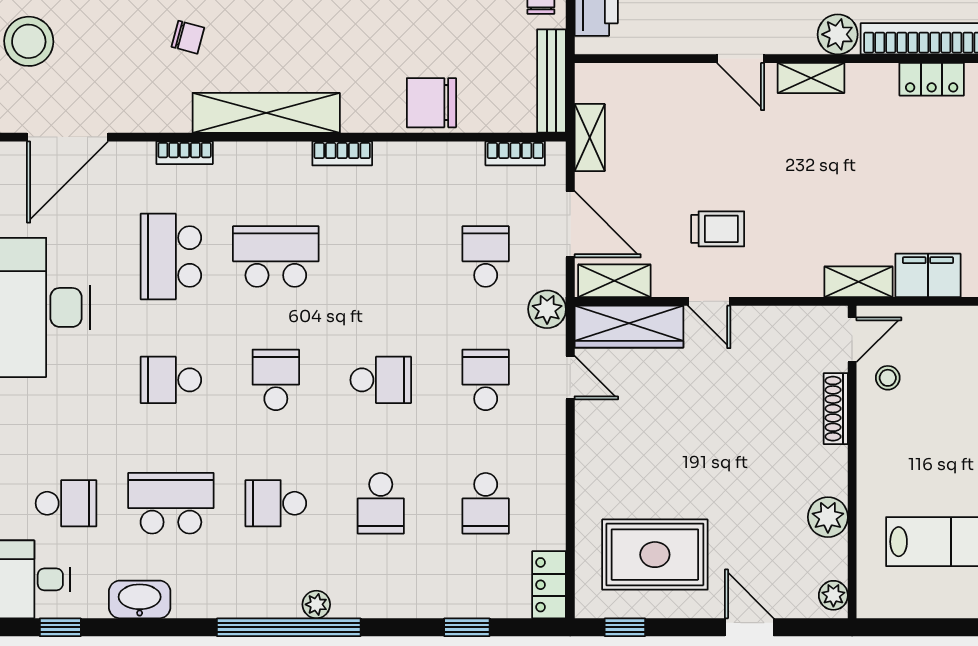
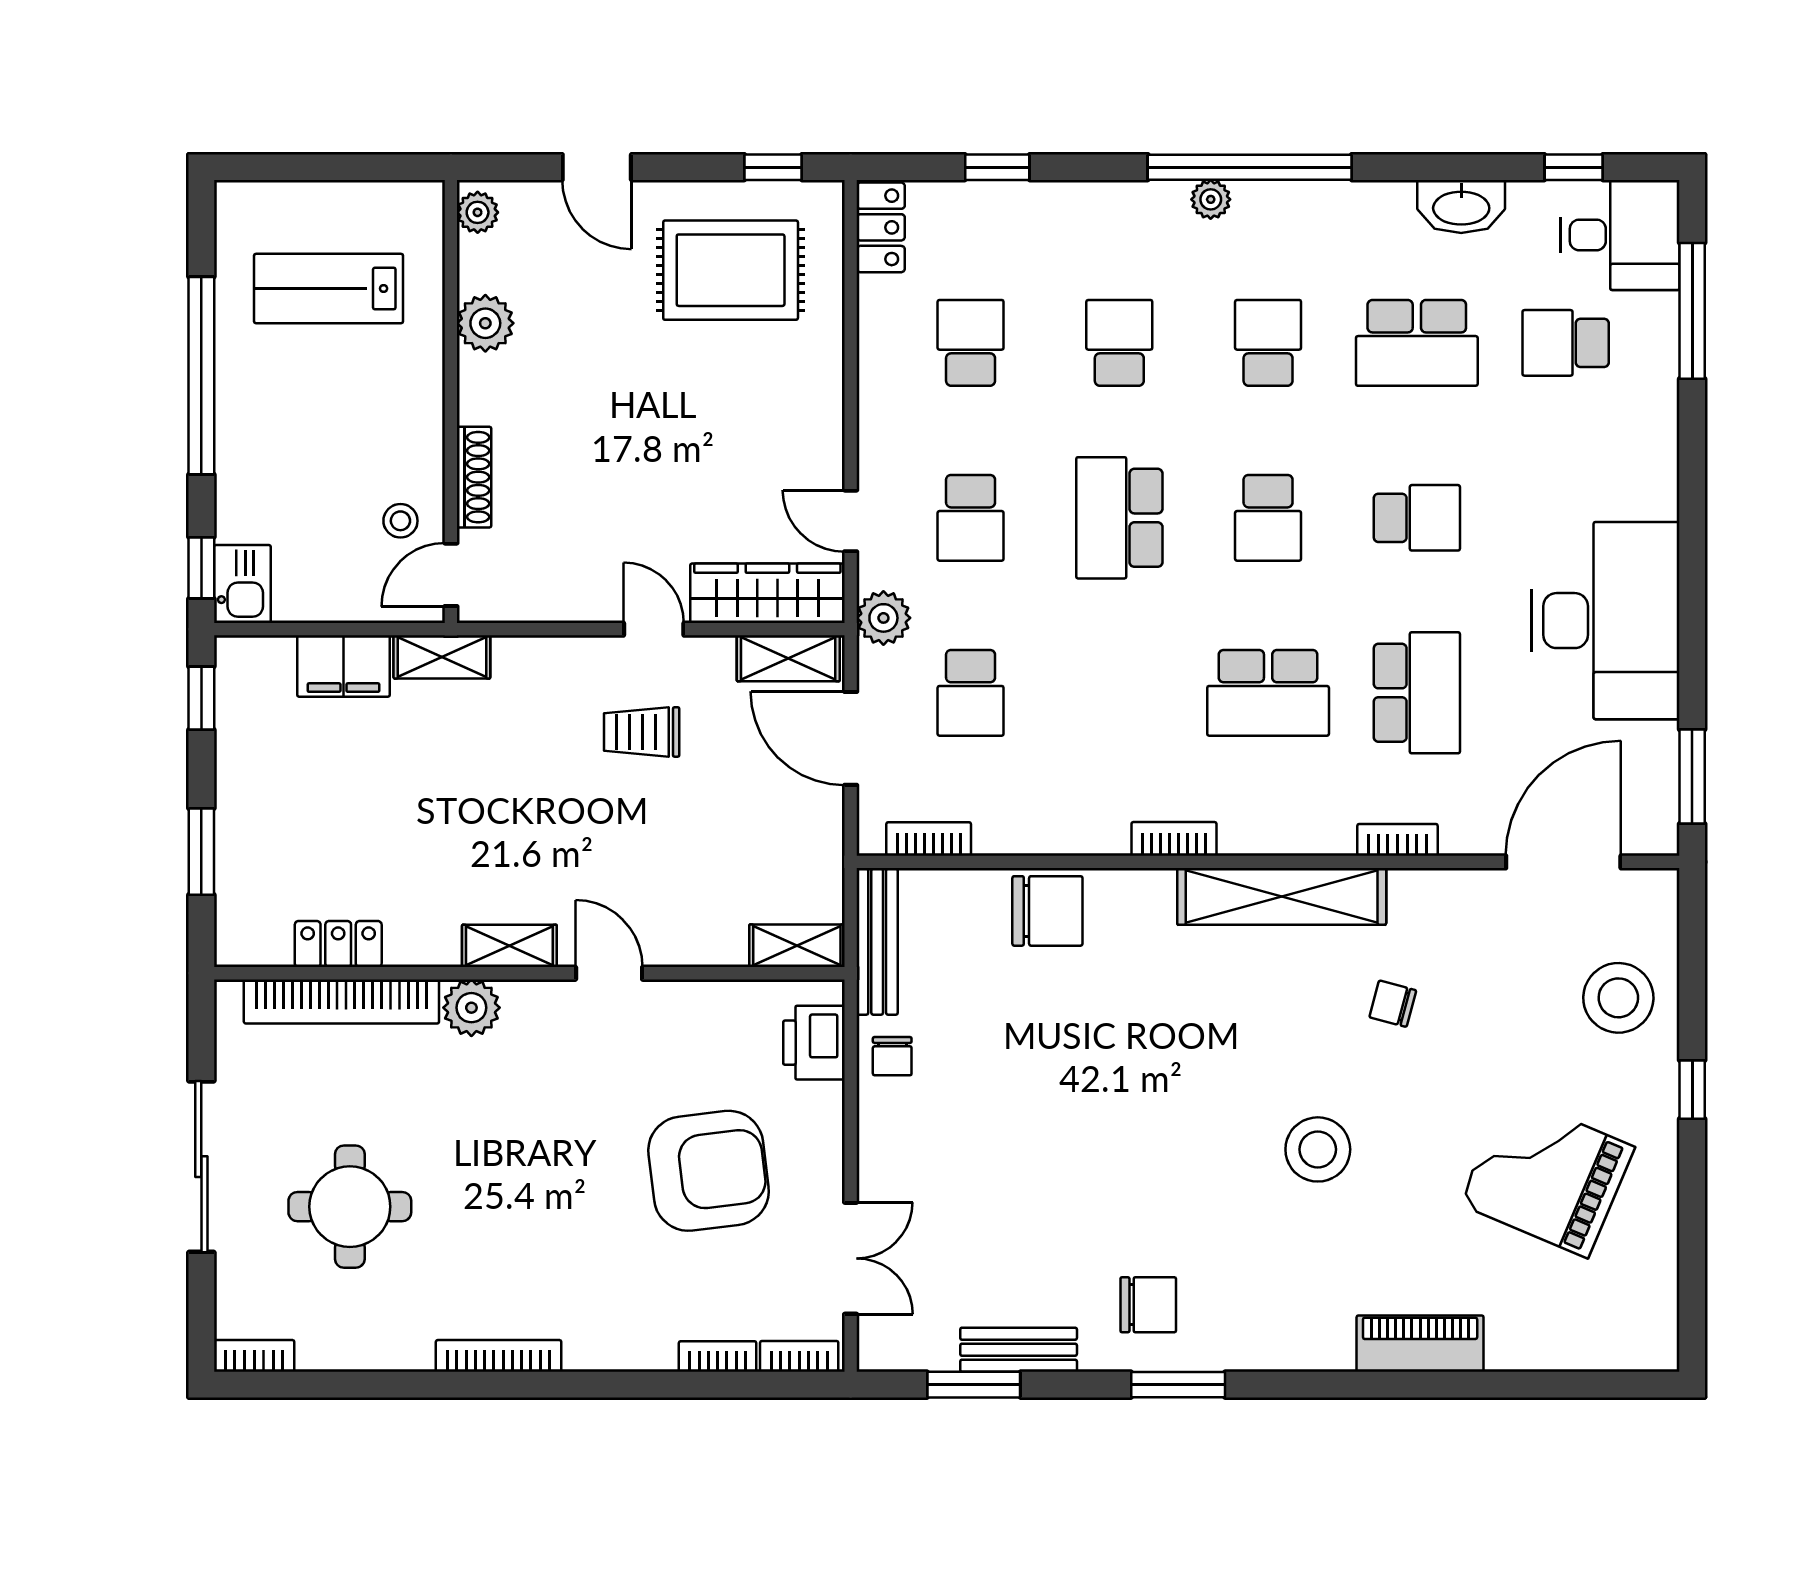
shelving: (590, 138) -> (797, 946), moved, turned 90
school desk: (381, 380) -> (1119, 518), width x1.85
school desk: (276, 503) -> (1268, 343), turned -90

